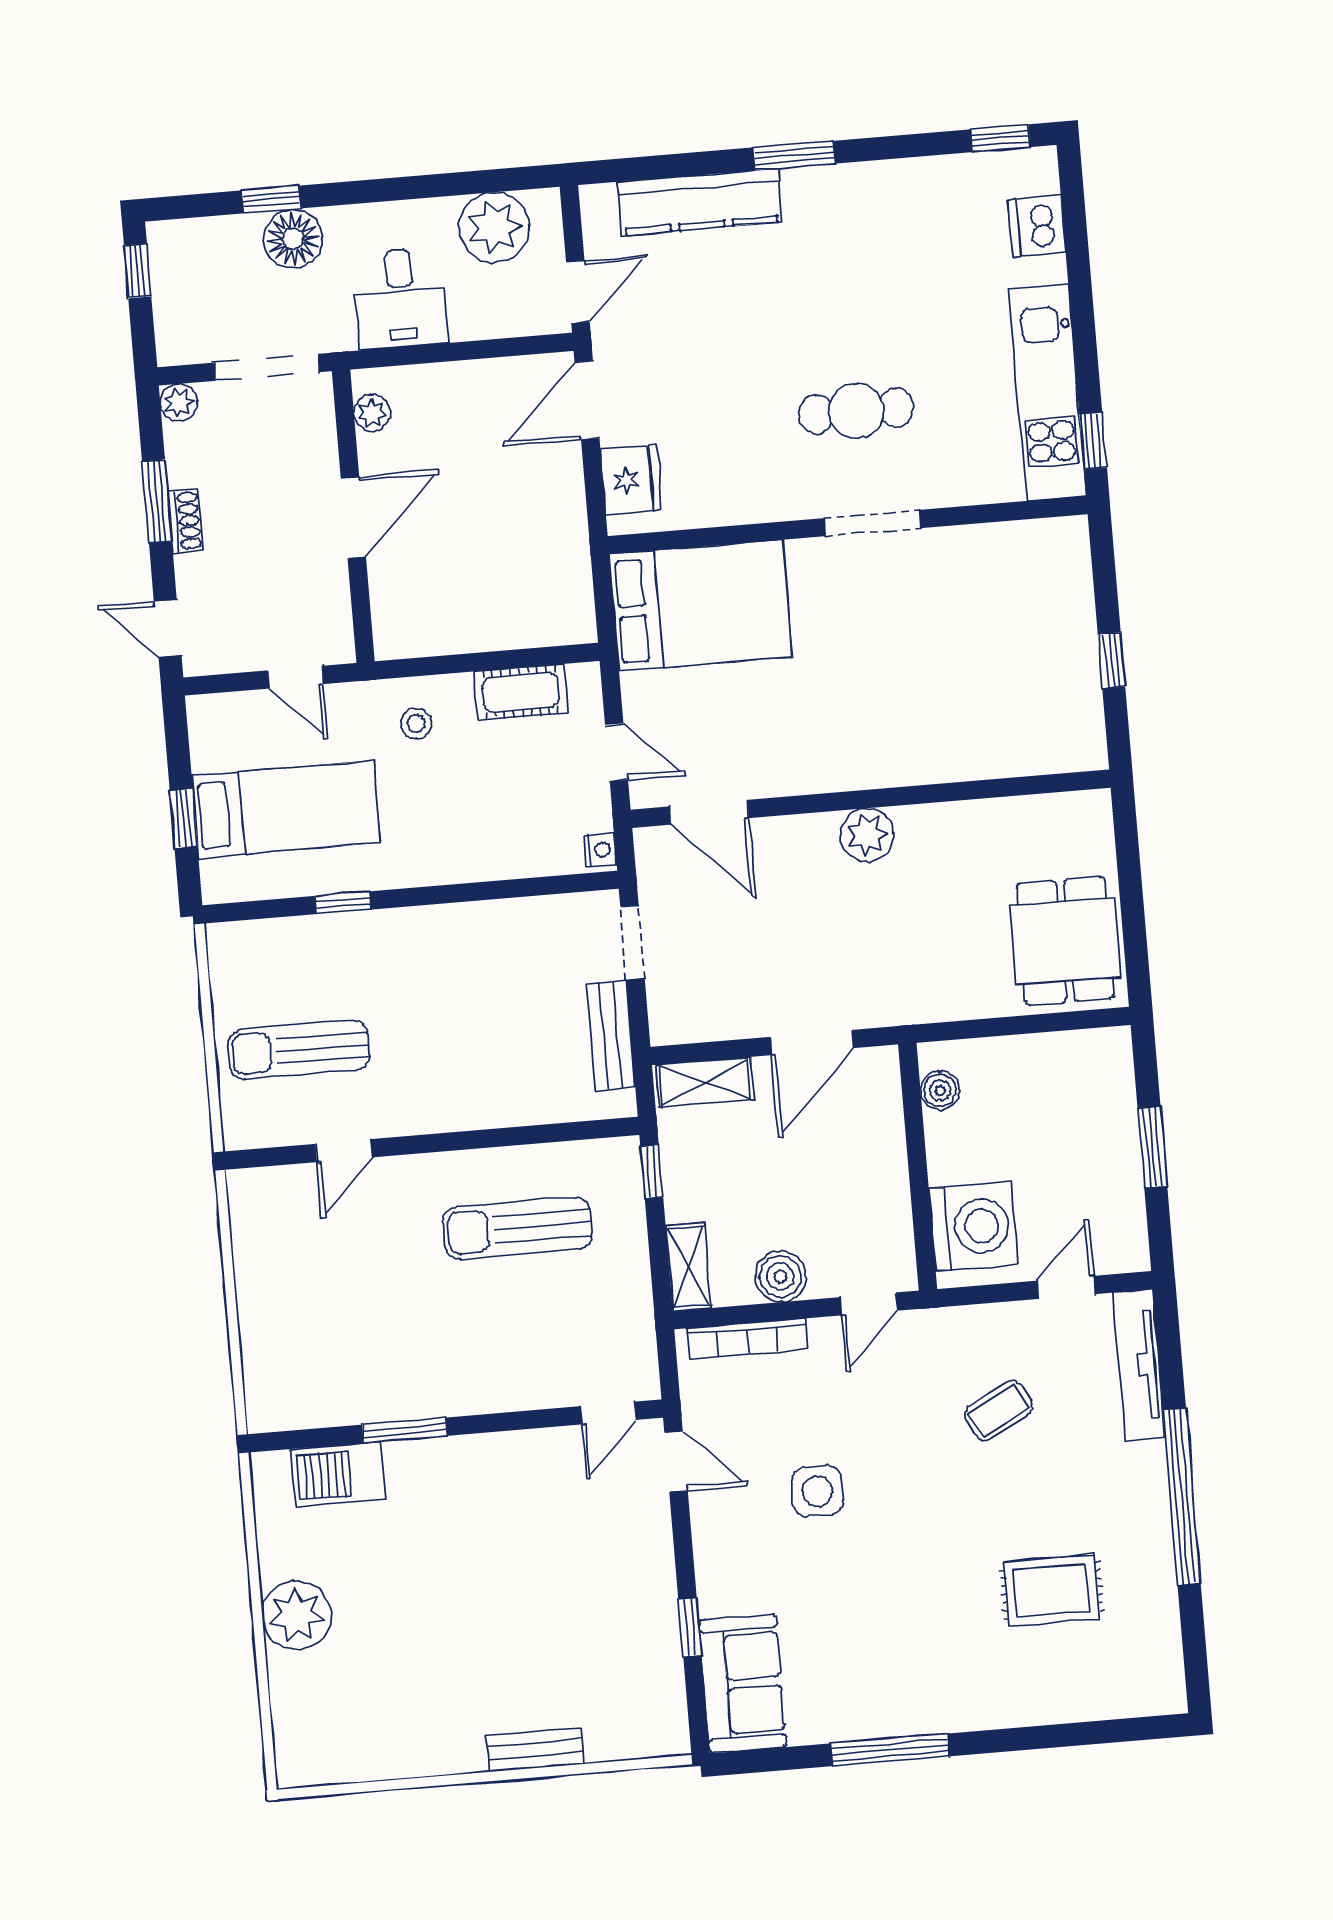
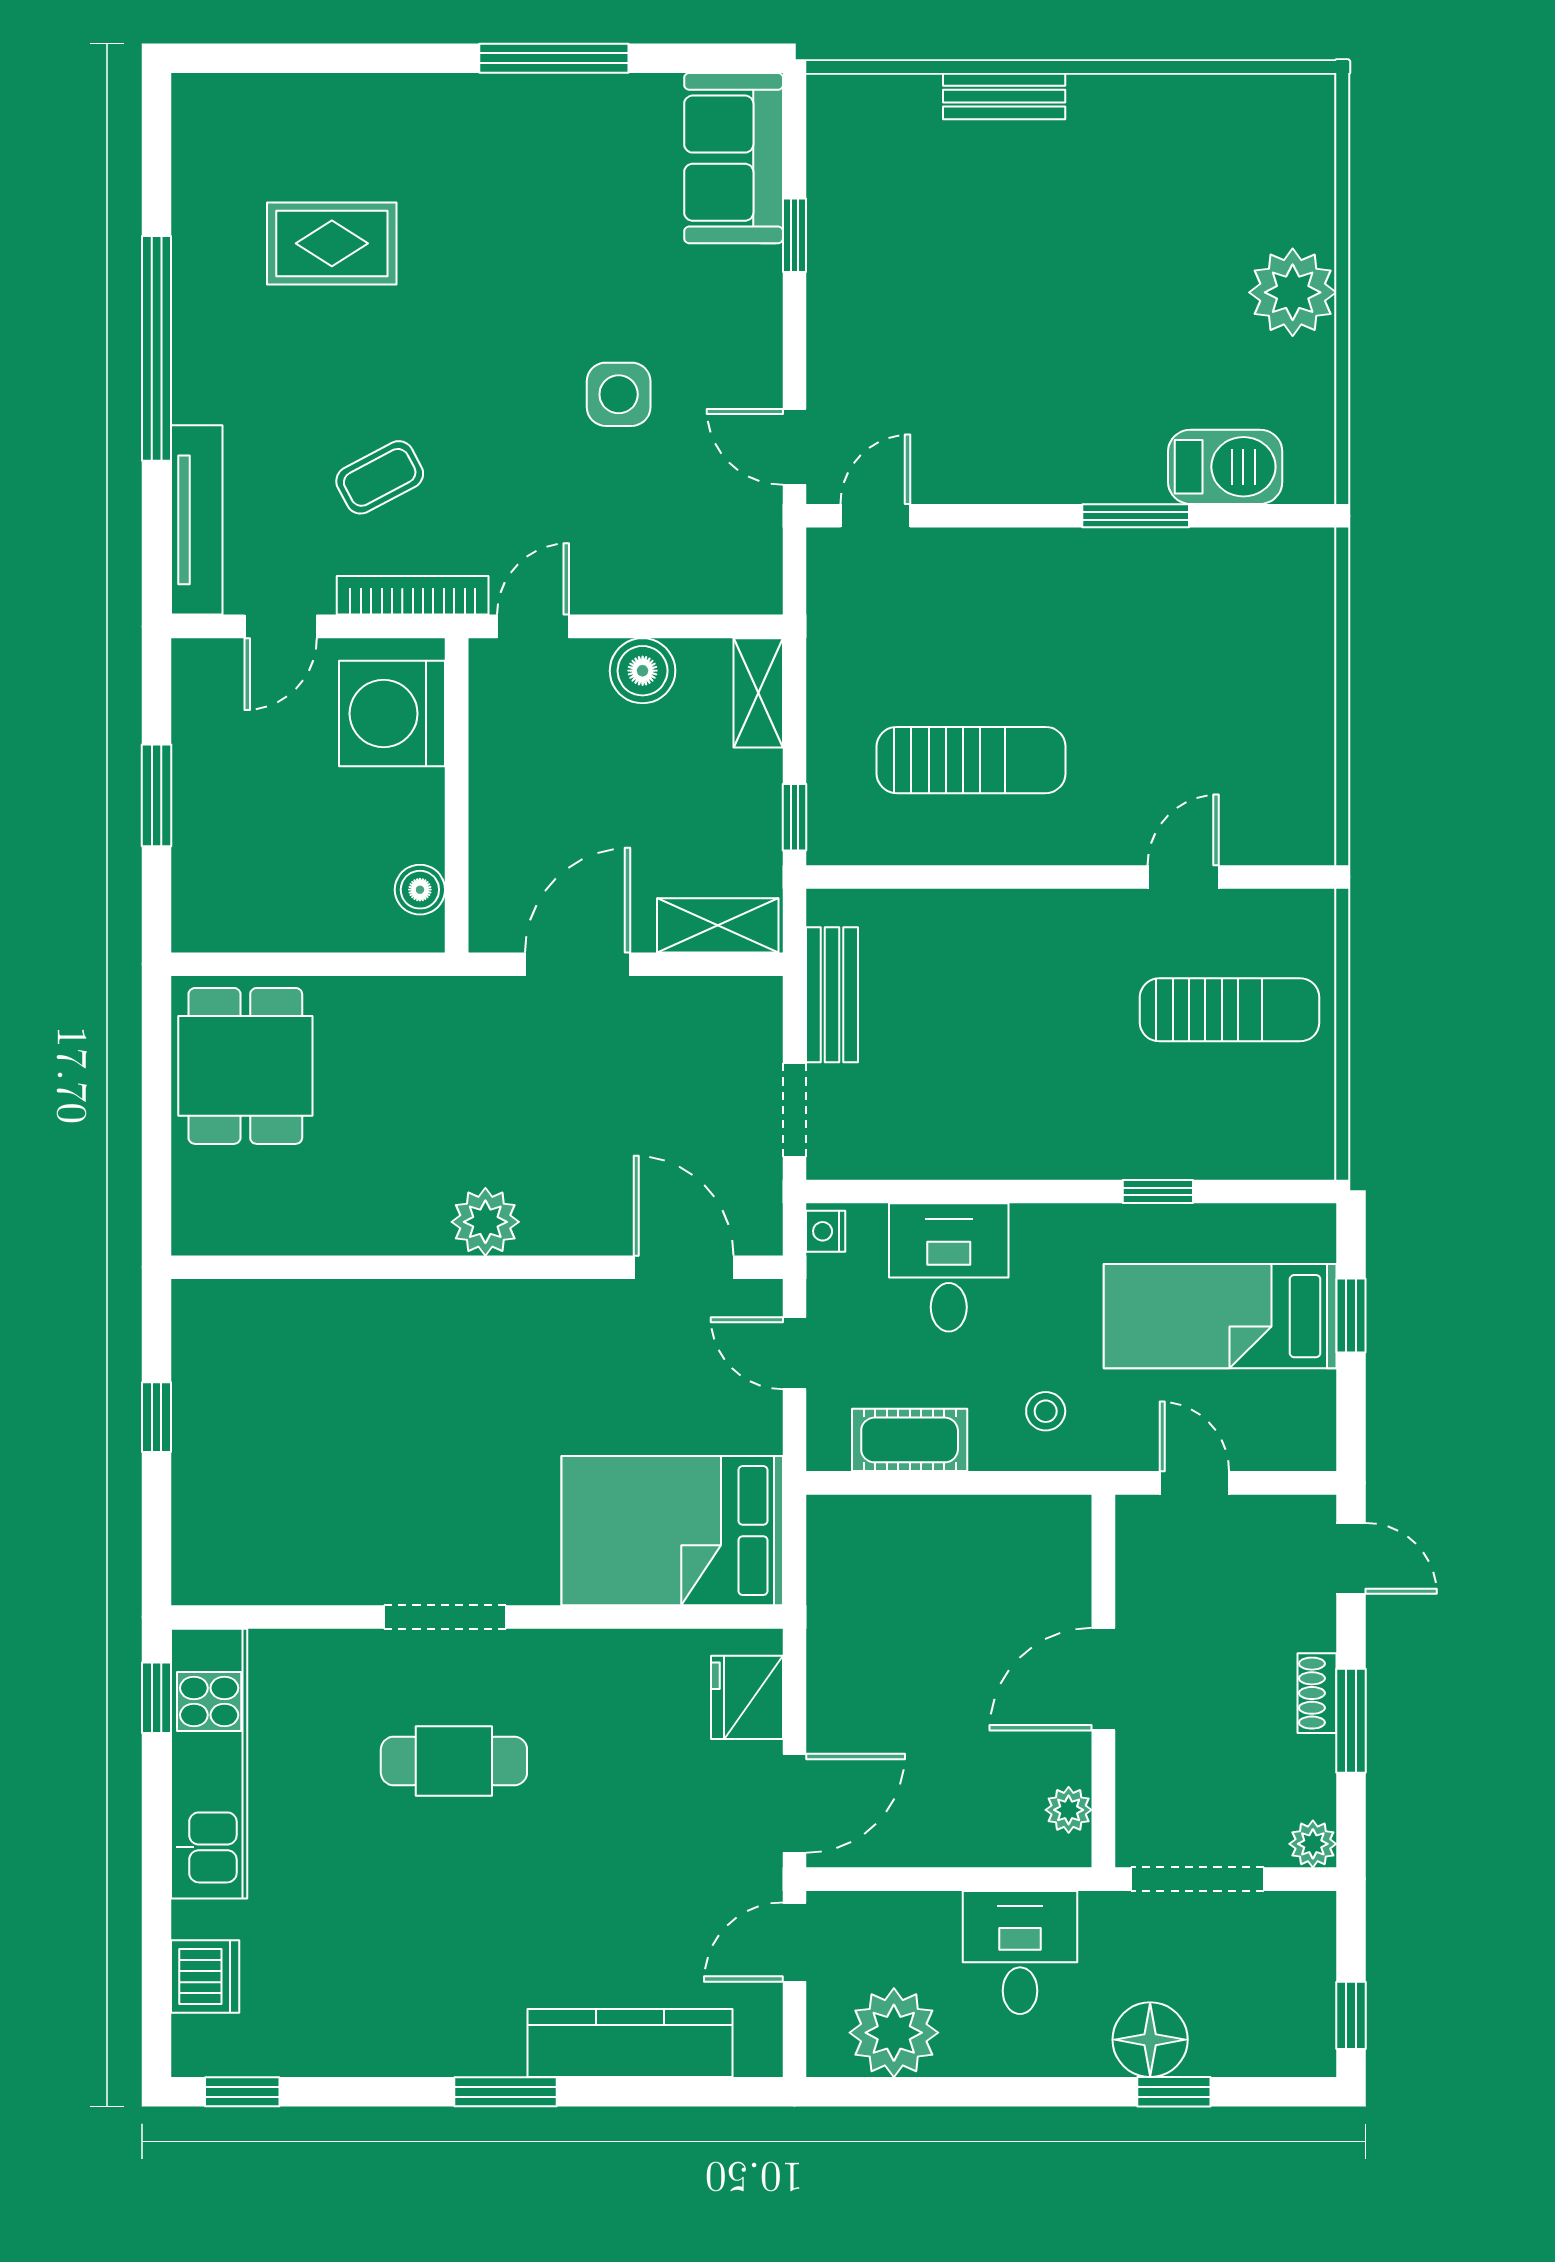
desk: (501, 830) -> (949, 1267), added
bookcase: (747, 1339) -> (413, 595), moved

